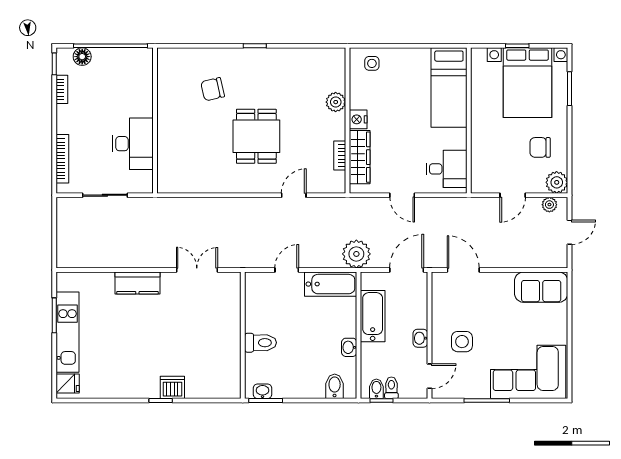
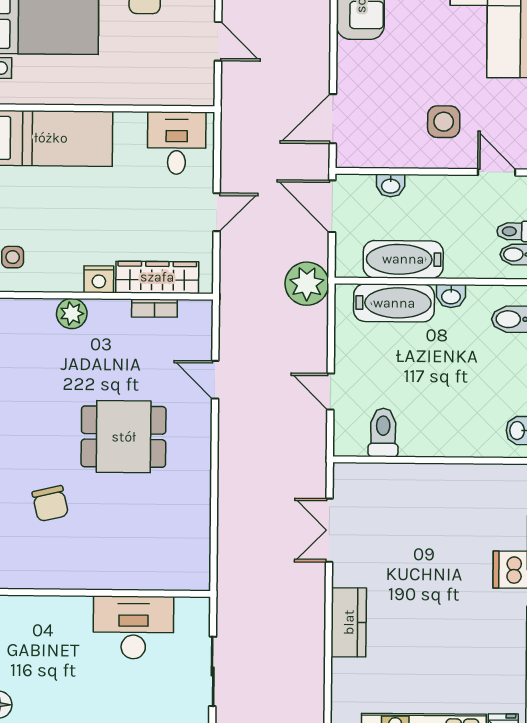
bathtub: (331, 284) -> (394, 303), moved, turned 90
washbasin: (420, 338) -> (391, 185), moved
toilet: (260, 343) -> (383, 432), moved

